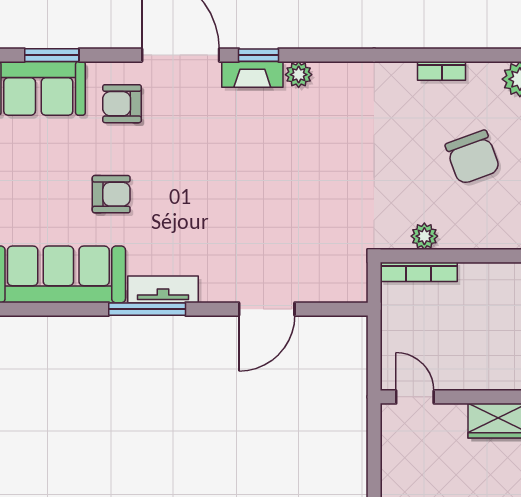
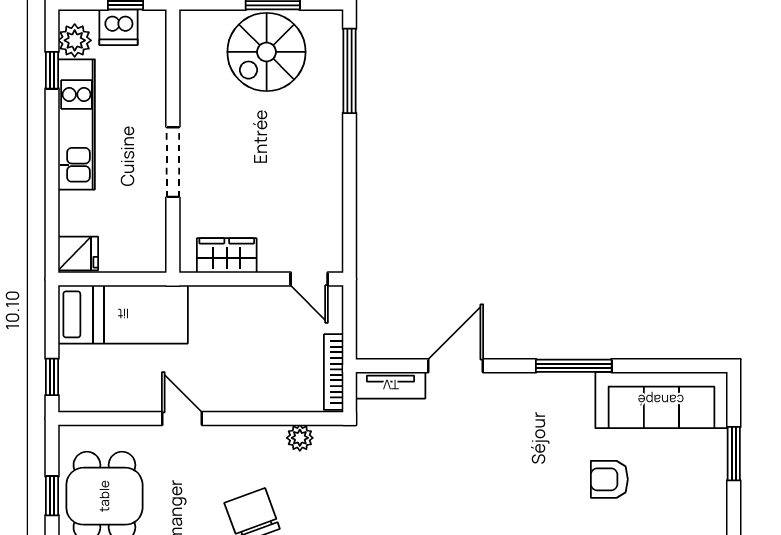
bookcase: (419, 272) -> (334, 372), moved, turned -90
tv unit: (163, 289) -> (391, 385), moved

